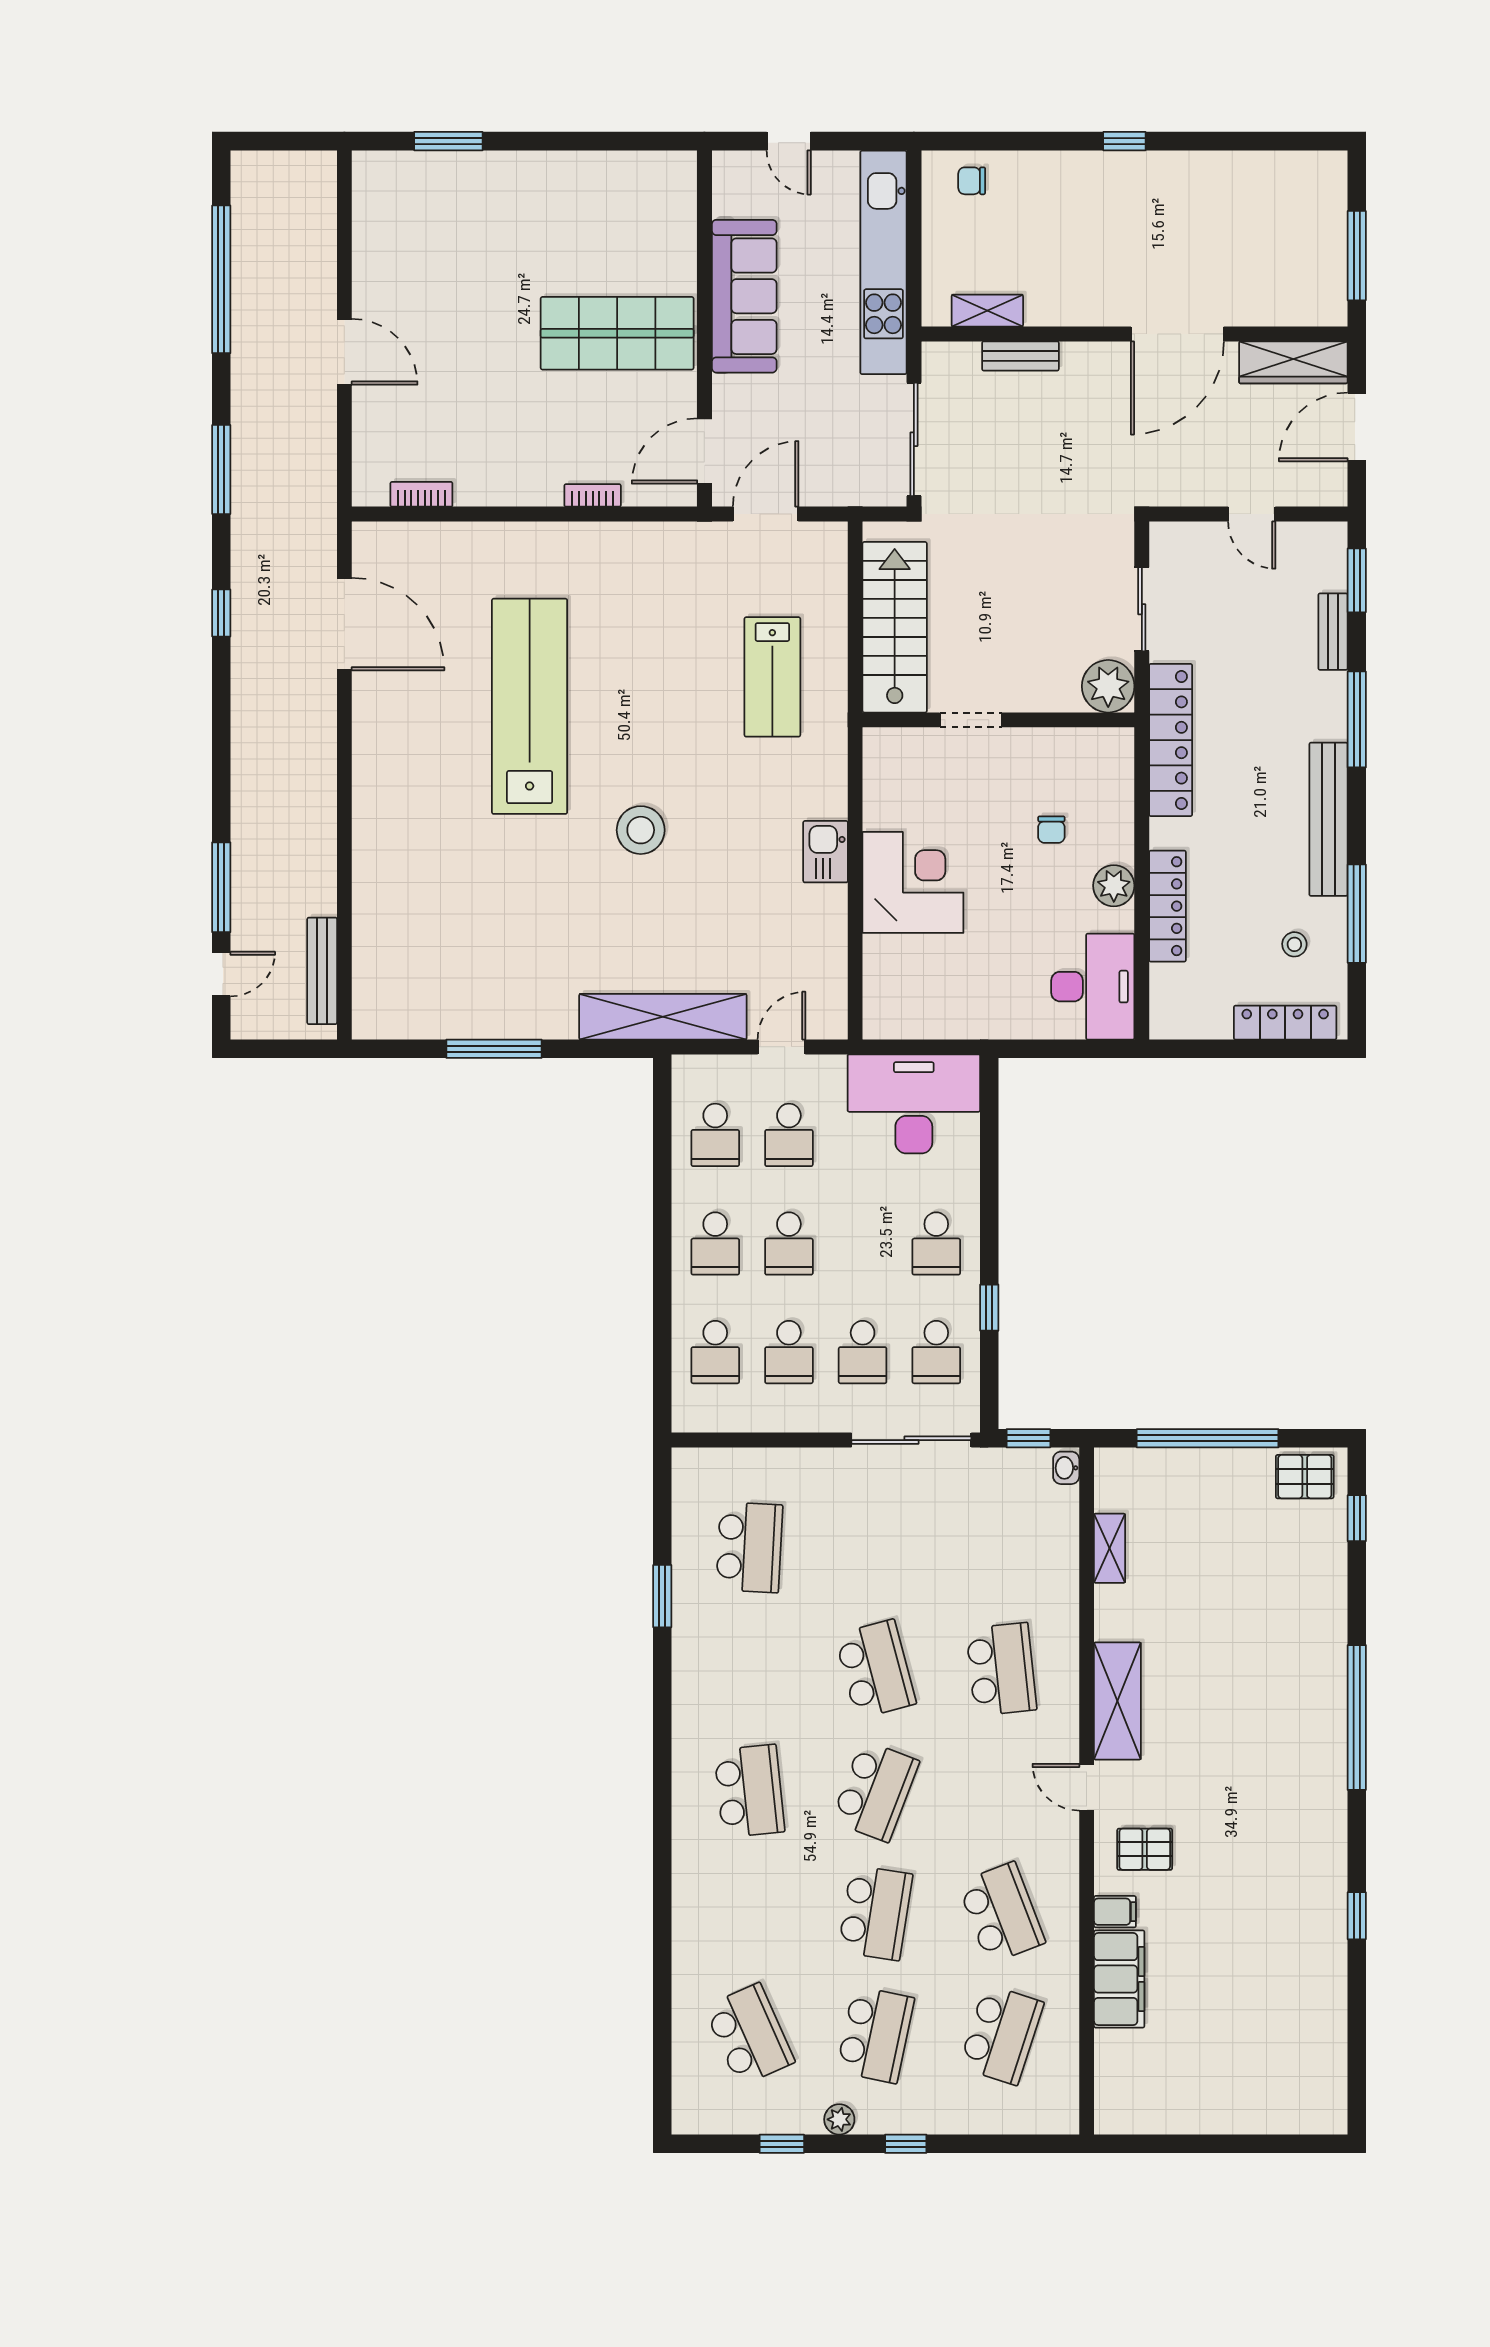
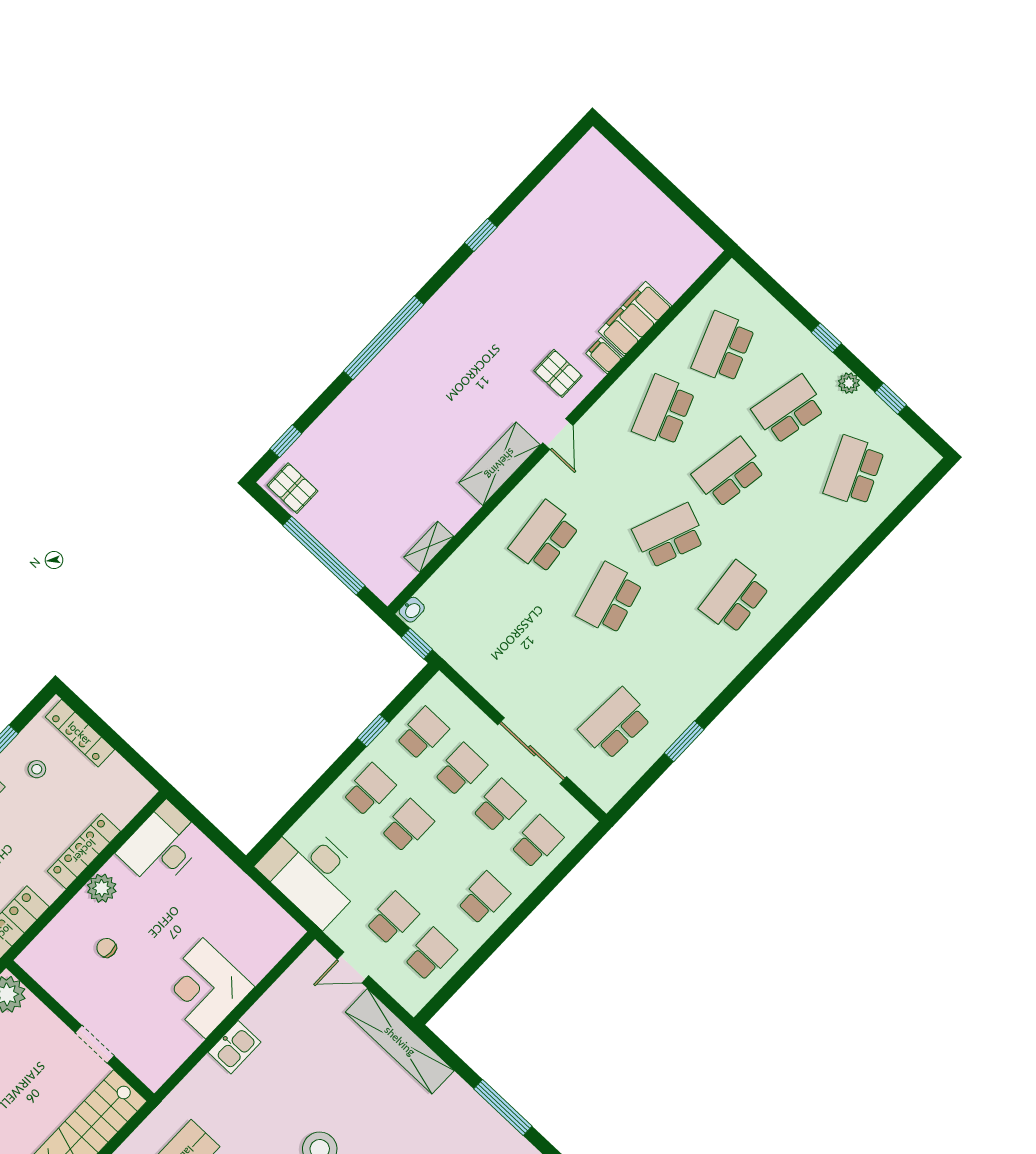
chair: (1051, 830) -> (107, 948), turned -90
school desk: (789, 1243) -> (407, 826), moved
sliding door: (911, 1440) -> (532, 751), moved
school desk: (1001, 2035) -> (723, 348), turned -39

